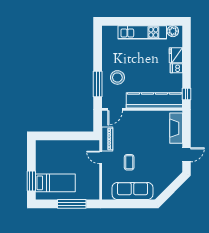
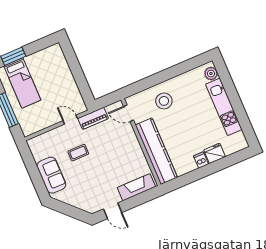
plant: (173, 31) -> (211, 74), moved
window: (98, 84) -> (148, 83), removed
window: (187, 94) -> (178, 183), removed
door: (101, 157) -> (70, 120), hinge flipped
sofa: (132, 191) -> (51, 175), width x0.73

